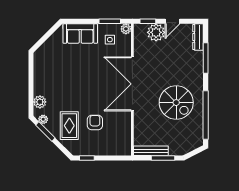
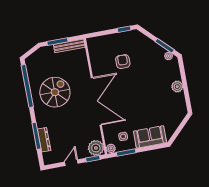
plant: (156, 32) -> (96, 148), moved
dresser: (198, 37) -> (44, 140), moved
plant: (40, 102) -> (177, 87), moved
spiral stairs: (176, 103) -> (55, 92), turned 90
armchair: (95, 122) -> (123, 62), turned 180
rug: (69, 126) -> (145, 55), removed

